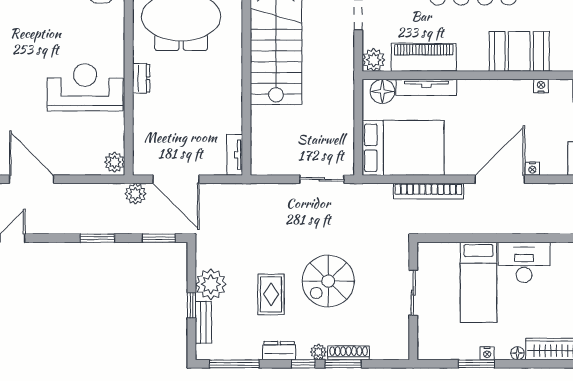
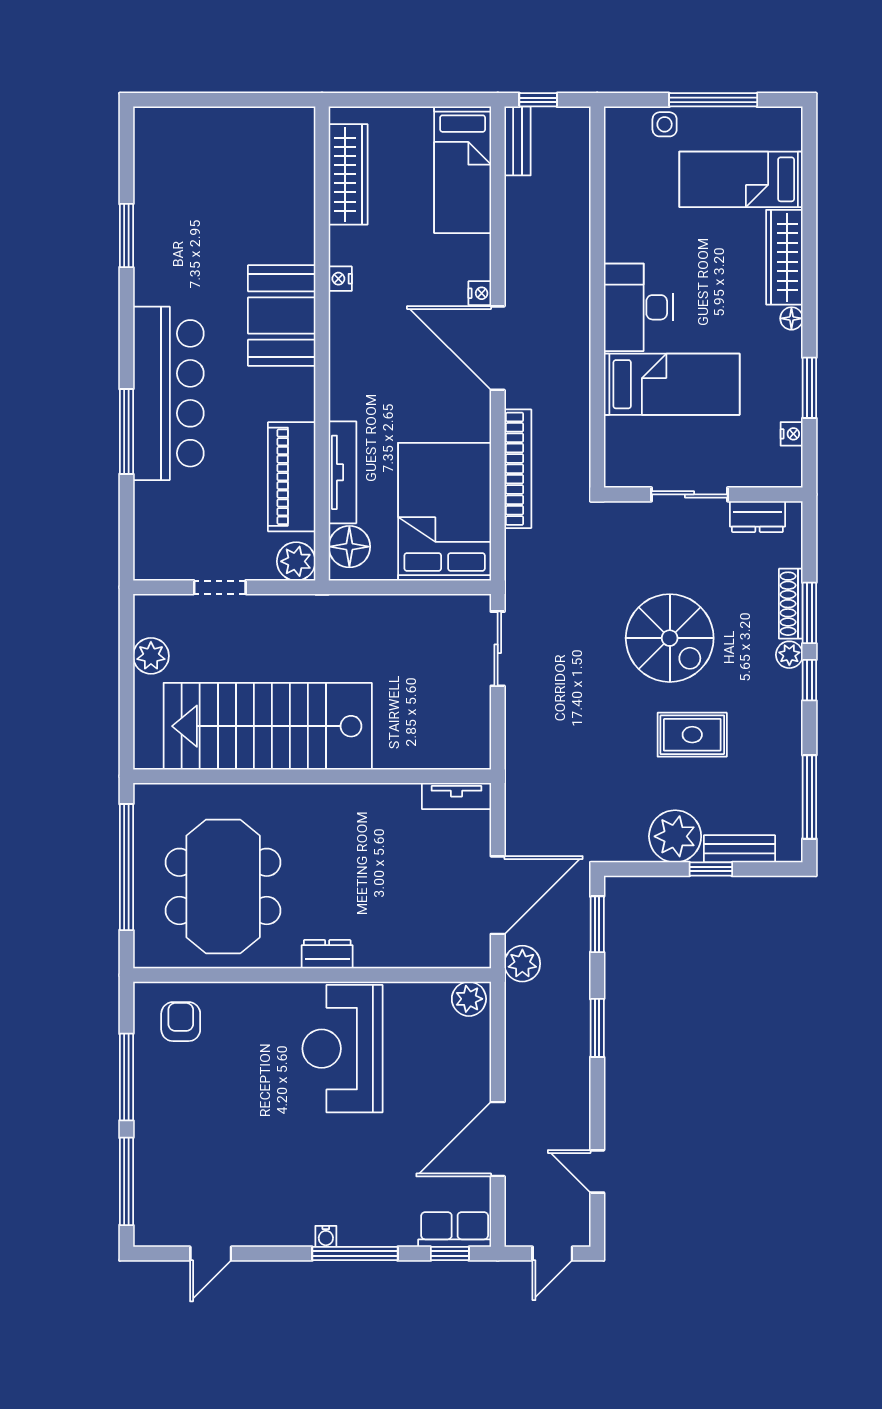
dresser: (279, 351) -> (757, 517), moved, turned -90
nightstand: (487, 353) -> (792, 434), moved

